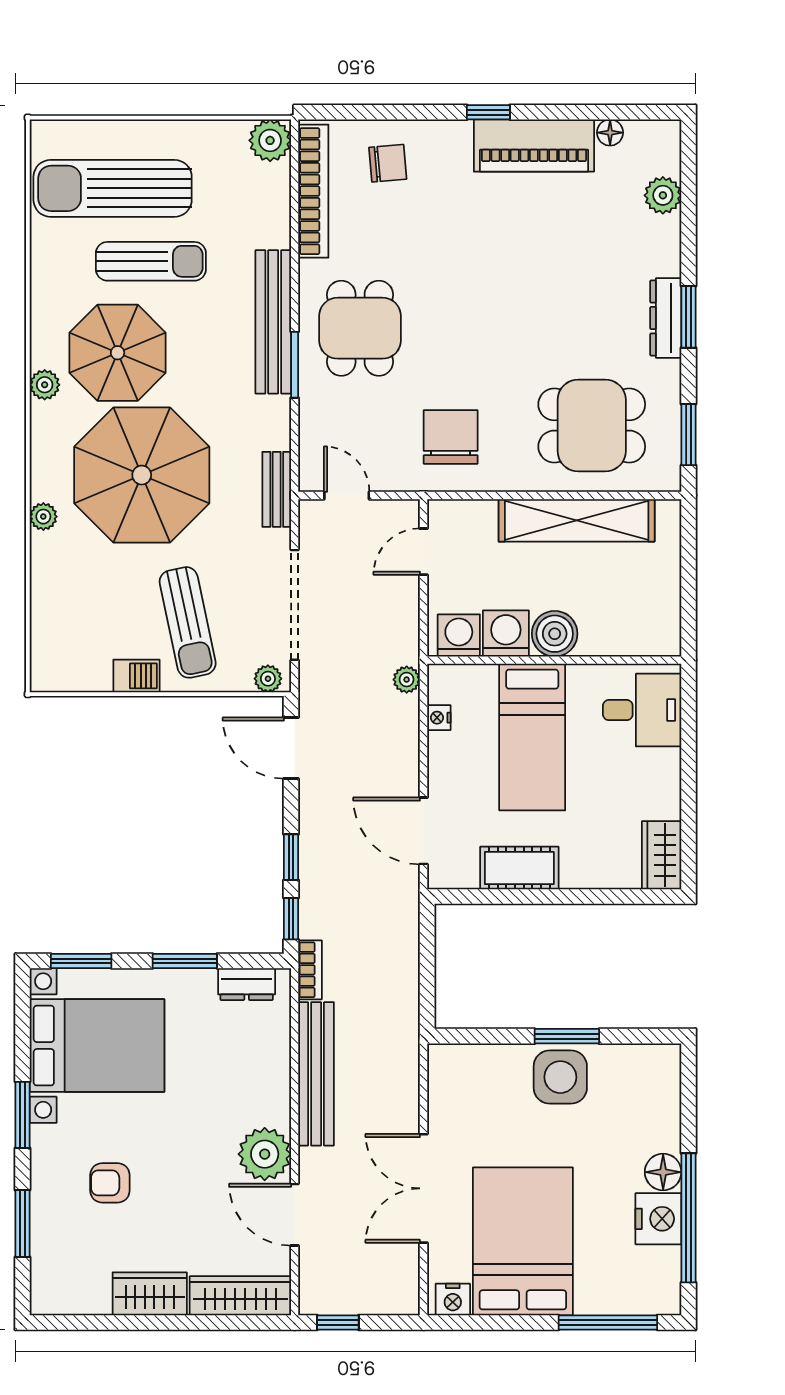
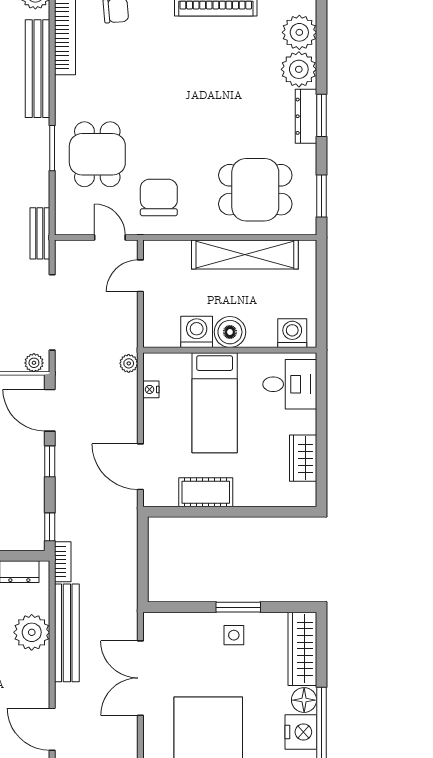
plant: (663, 195) -> (299, 32), width x1.36, depth x1.36
plant: (655, 249) -> (299, 69), added
bench: (273, 322) -> (38, 69), moved
dining table: (360, 328) -> (97, 154), moved
door: (347, 495) -> (110, 238), moved
washing machine: (459, 635) -> (292, 333), moved
wardrobe: (662, 855) -> (303, 458), moved
window: (291, 857) -> (50, 461), moved
side table: (560, 1077) -> (234, 635), width x0.54, depth x0.54
wardrobe: (661, 1097) -> (302, 649), added
plant: (265, 1154) -> (32, 632), moved
double door: (424, 1188) -> (140, 678), moved

